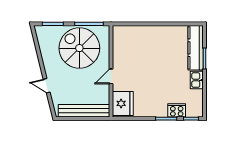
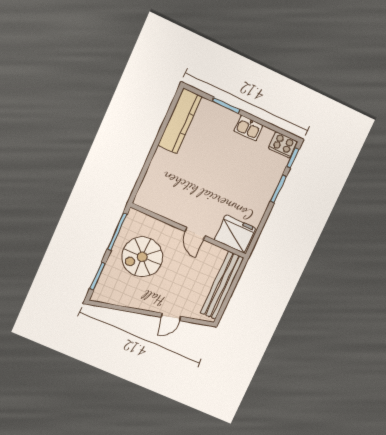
spiral stairs: (79, 48) -> (142, 257), width x0.73, depth x0.73
kitchen counter: (196, 48) -> (180, 121), moved, turned -90
cooker: (177, 110) -> (283, 145), moved, turned -90

